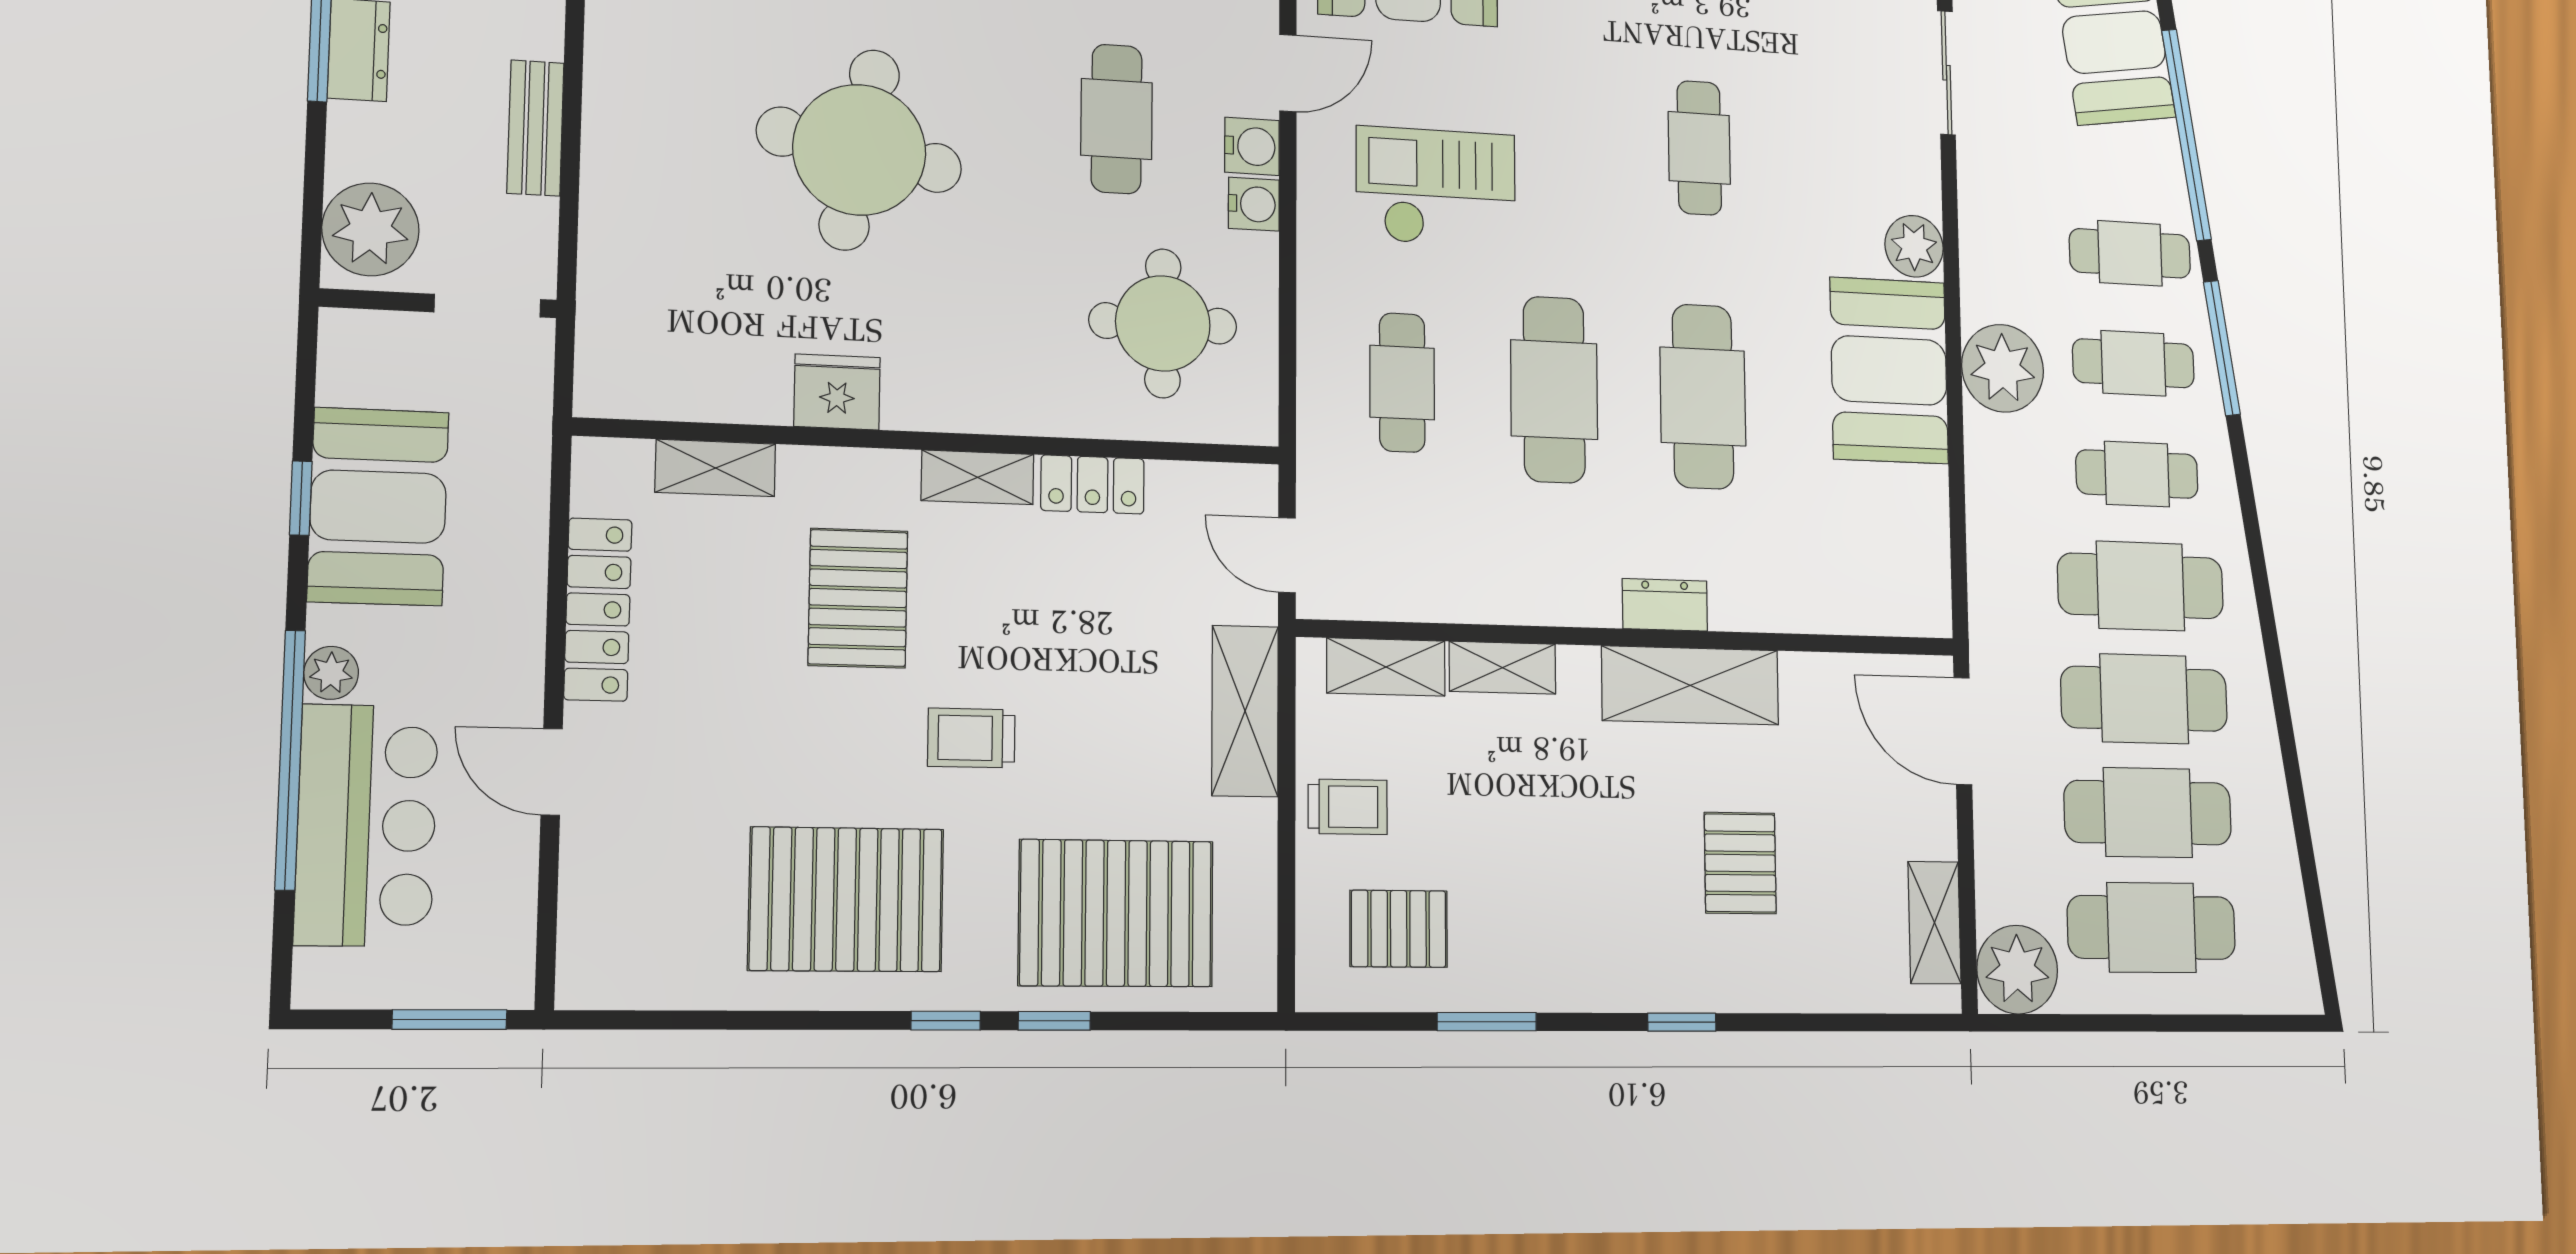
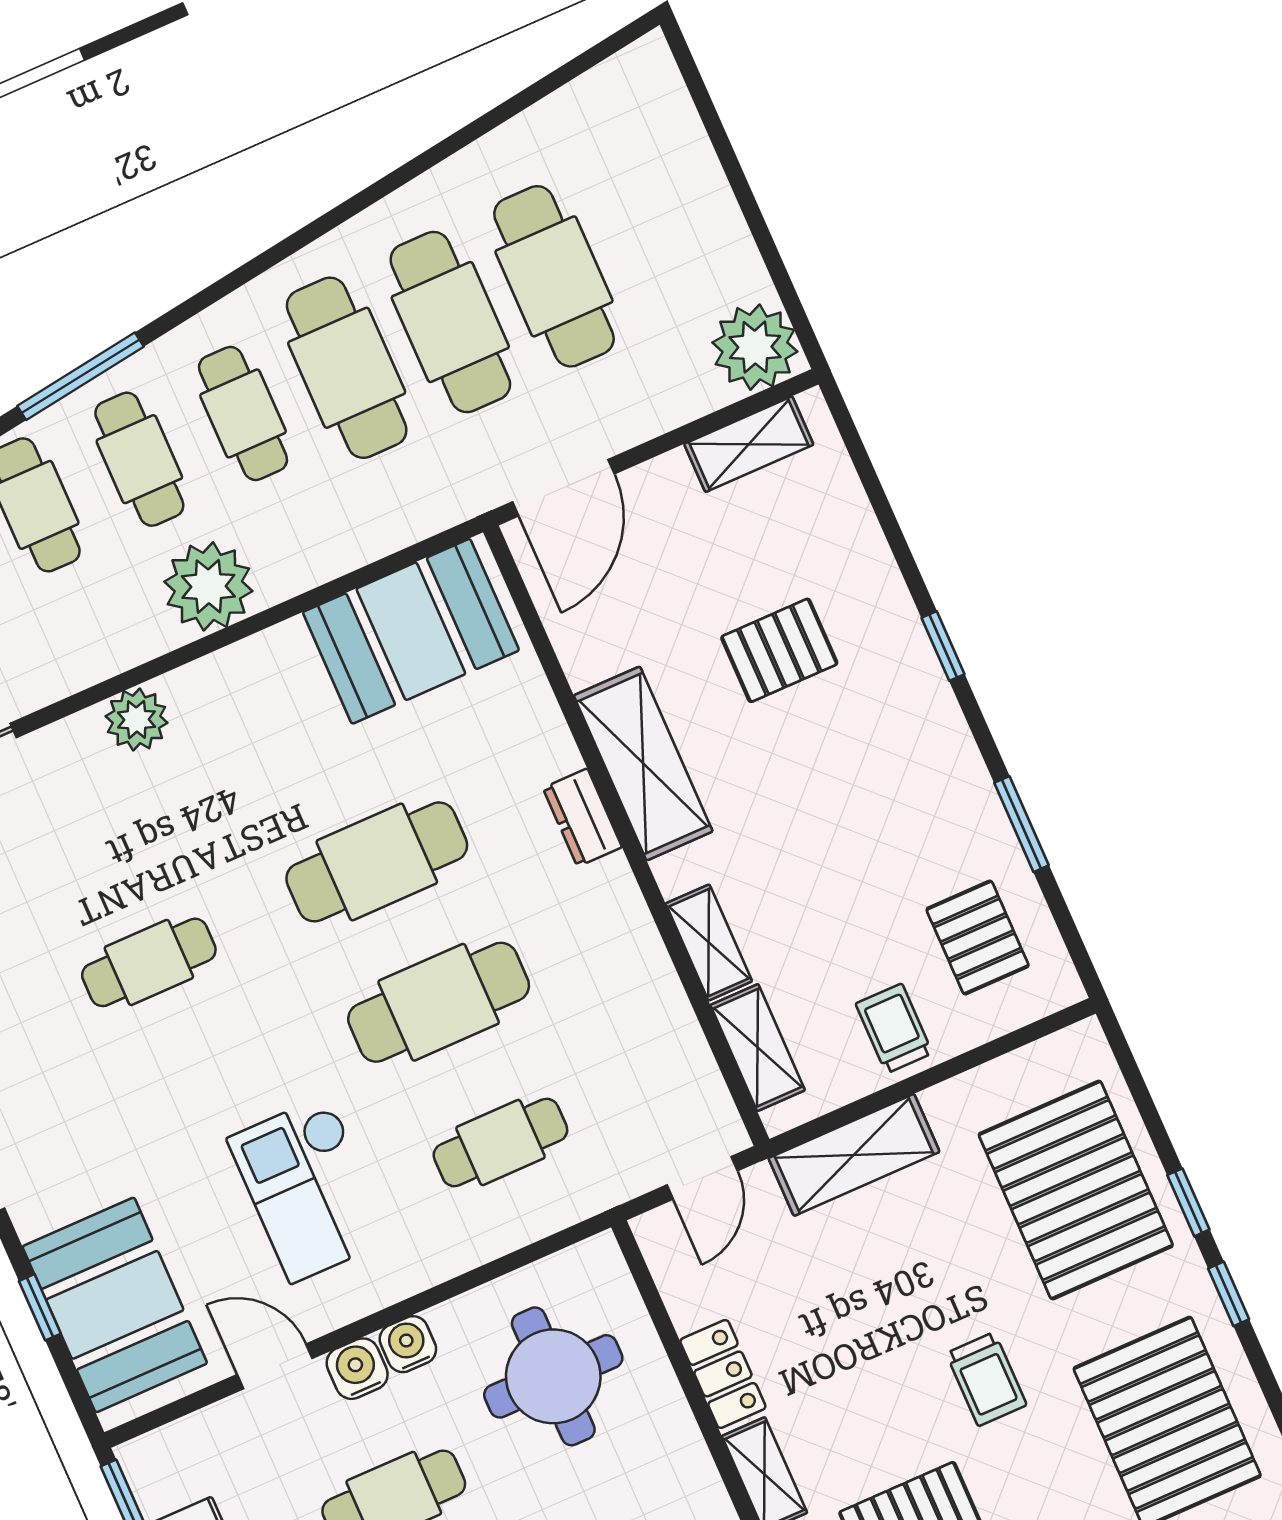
booth: (1889, 370) -> (411, 631), moved
cafe table: (2151, 928) -> (658, 231), removed

